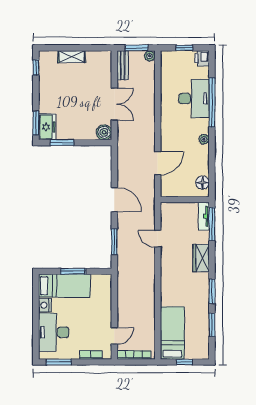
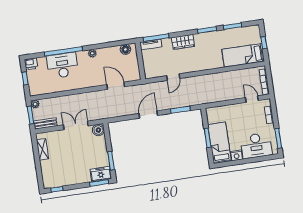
shelving: (72, 57) -> (42, 149), moved

